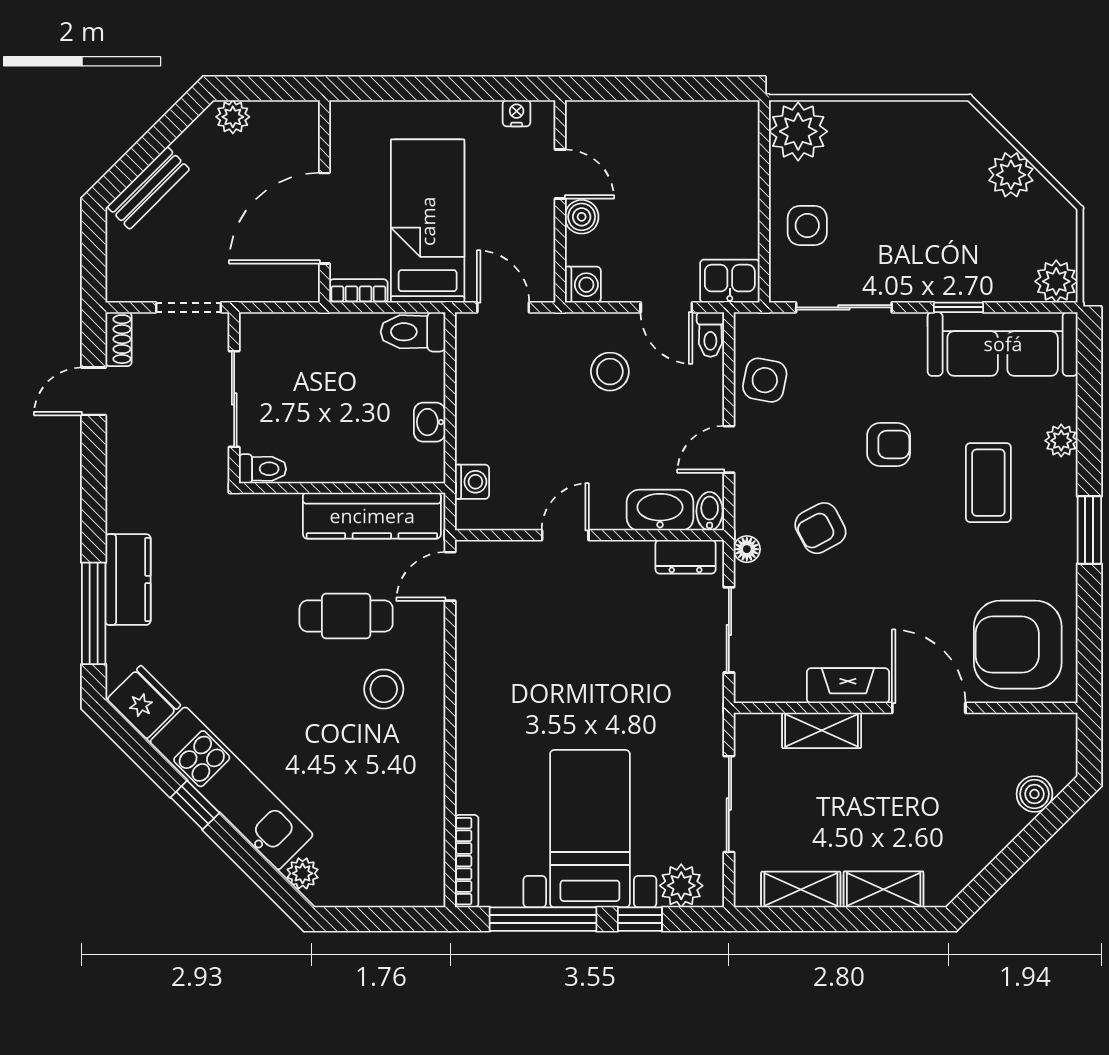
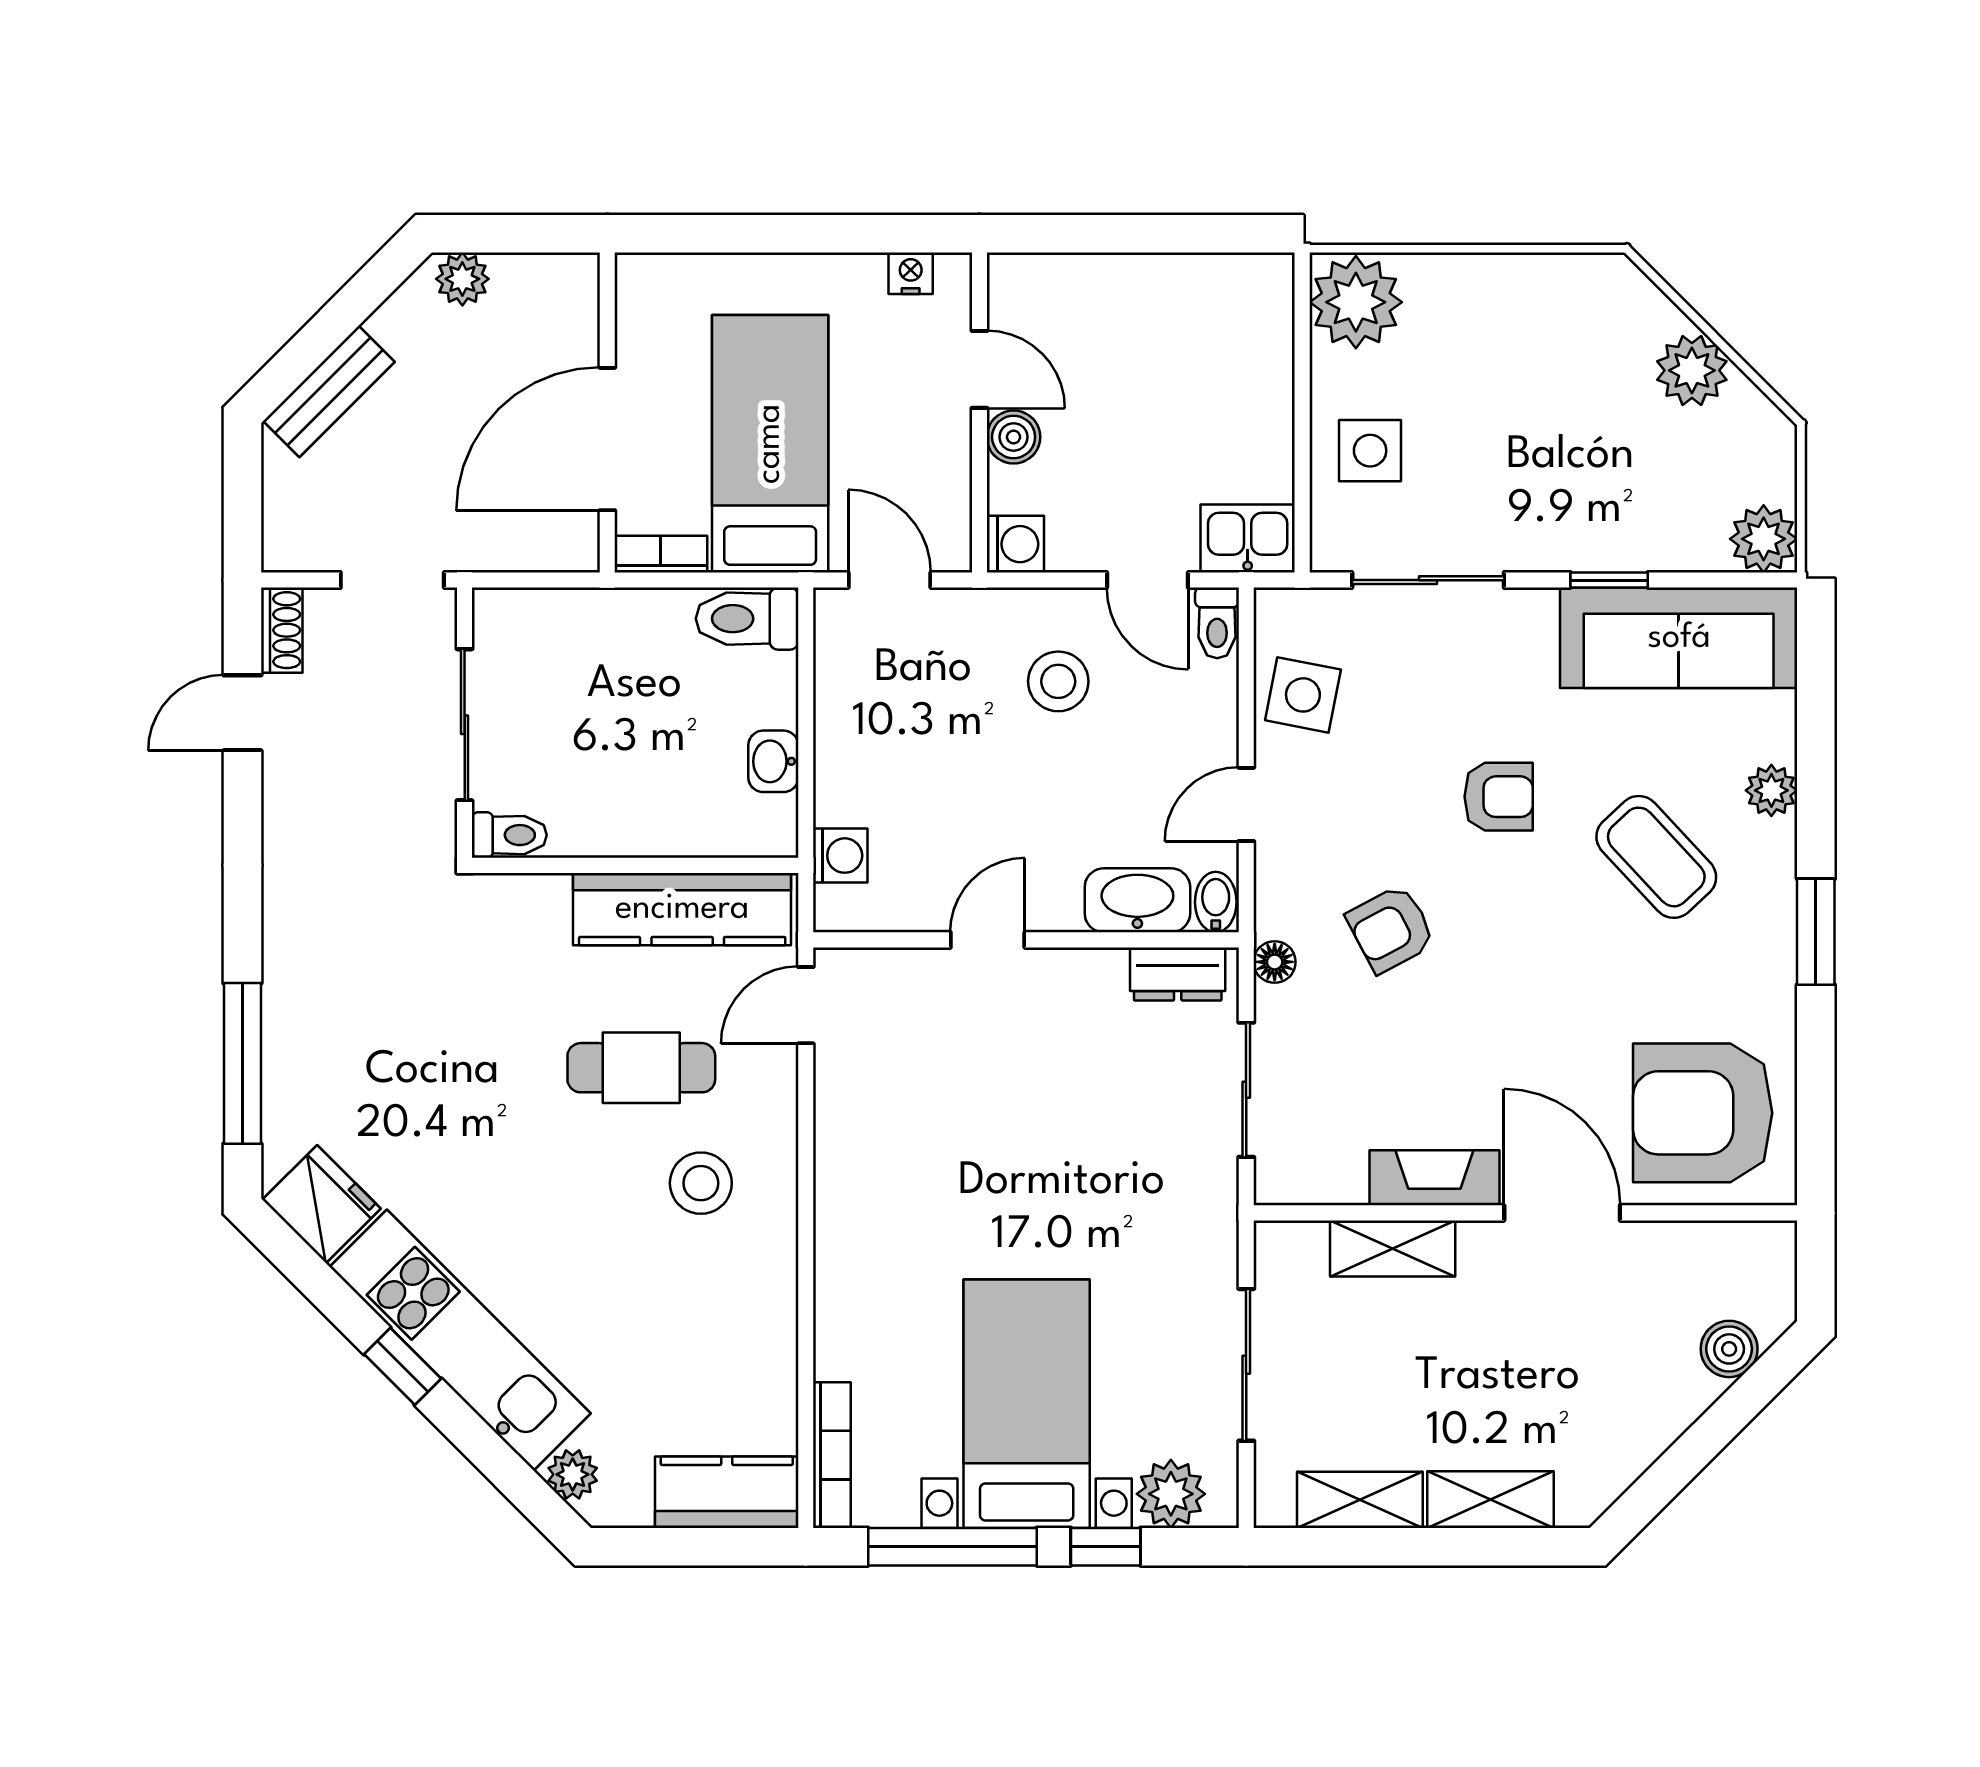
coffee table: (988, 483) -> (1656, 857), turned -43
kitchen counter: (128, 580) -> (727, 1492), moved, turned -90

